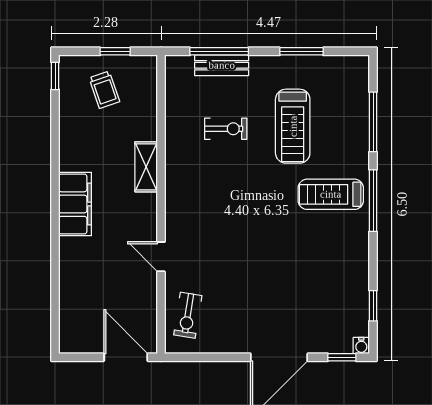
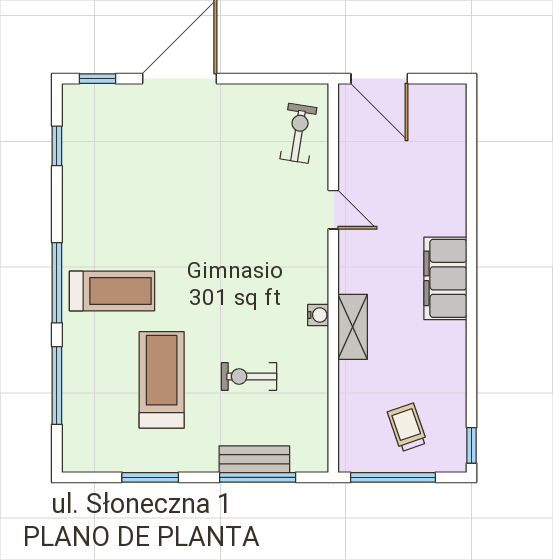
window: (115, 51) -> (393, 477), width x2.17
water cooler: (361, 346) -> (318, 315), moved, turned 90

